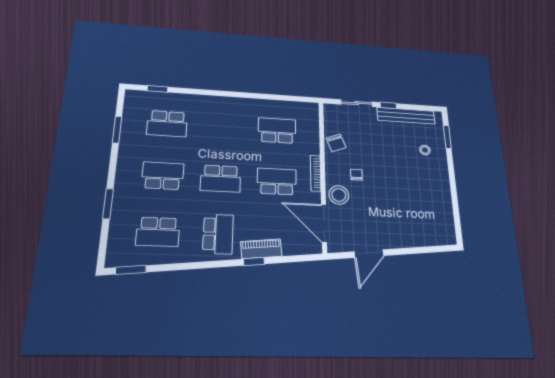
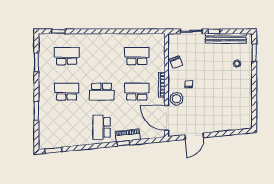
school desk: (167, 124) -> (67, 56), turned 180
school desk: (158, 232) -> (67, 127), removed
school desk: (218, 234) -> (102, 127), turned 180

